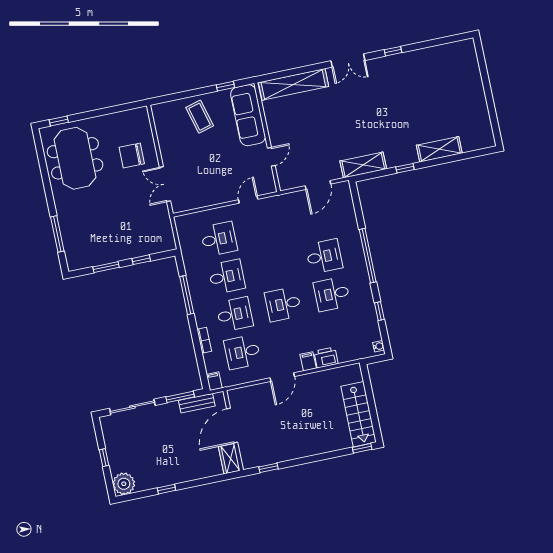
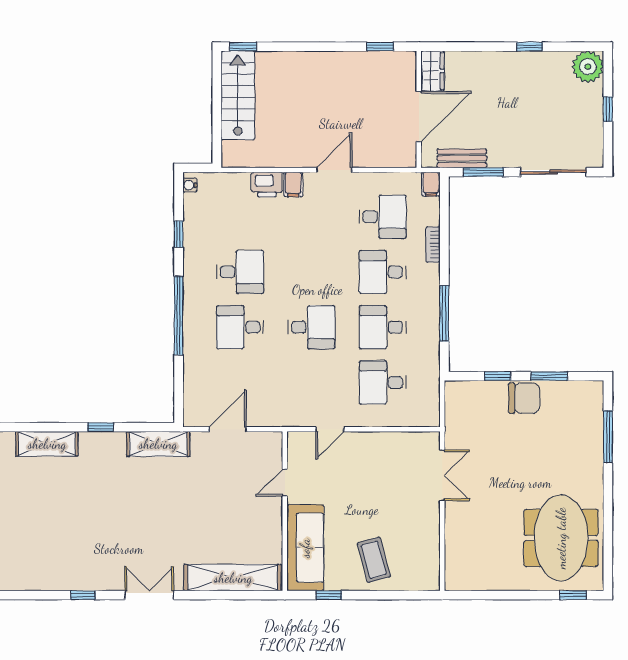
chair: (132, 156) -> (524, 398), moved
desk: (283, 304) -> (311, 327), moved

